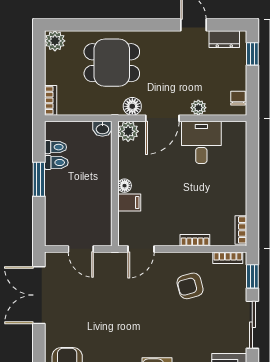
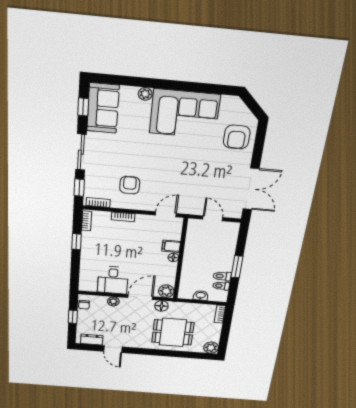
window: (252, 54) -> (73, 317), moved
washbasin: (102, 129) -> (201, 295), moved
window: (252, 198) -> (76, 242), added
armchair: (190, 286) -> (130, 185), turned -75

